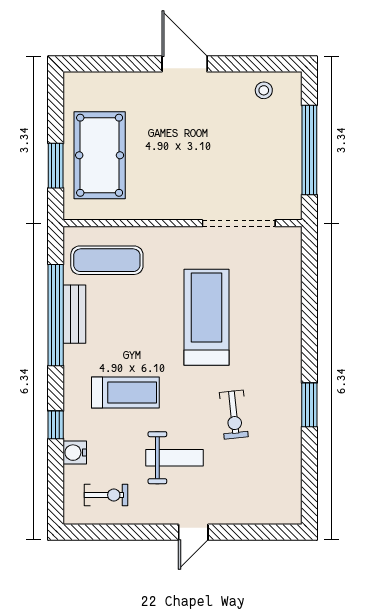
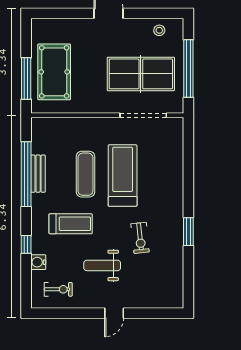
table tennis table: (235, 159) -> (141, 74), added
window: (56, 166) -> (26, 78), width x1.44
exercise mat: (107, 260) -> (85, 174), moved, turned 90
weight bench: (175, 458) -> (102, 265), turned 180

